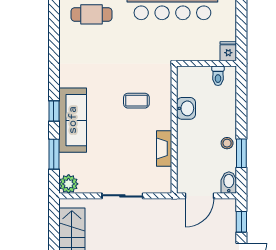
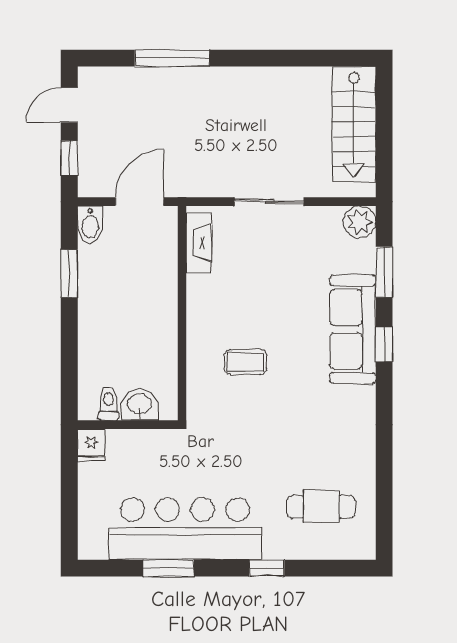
washbasin: (186, 108) -> (140, 405), moved, turned 90
stool: (227, 143) -> (93, 290), removed
fireplace: (164, 149) -> (199, 243), moved

